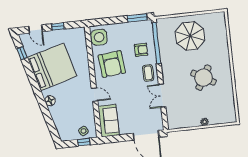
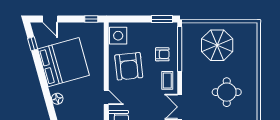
window: (58, 27) -> (91, 19), moved
round table: (203, 78) -> (227, 92), turned -30

